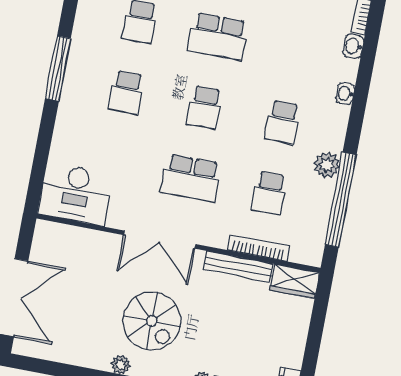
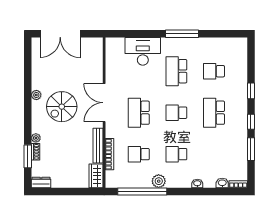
school desk: (126, 92) -> (176, 71), width x1.85
desk: (76, 194) -> (143, 51), moved, turned 90

